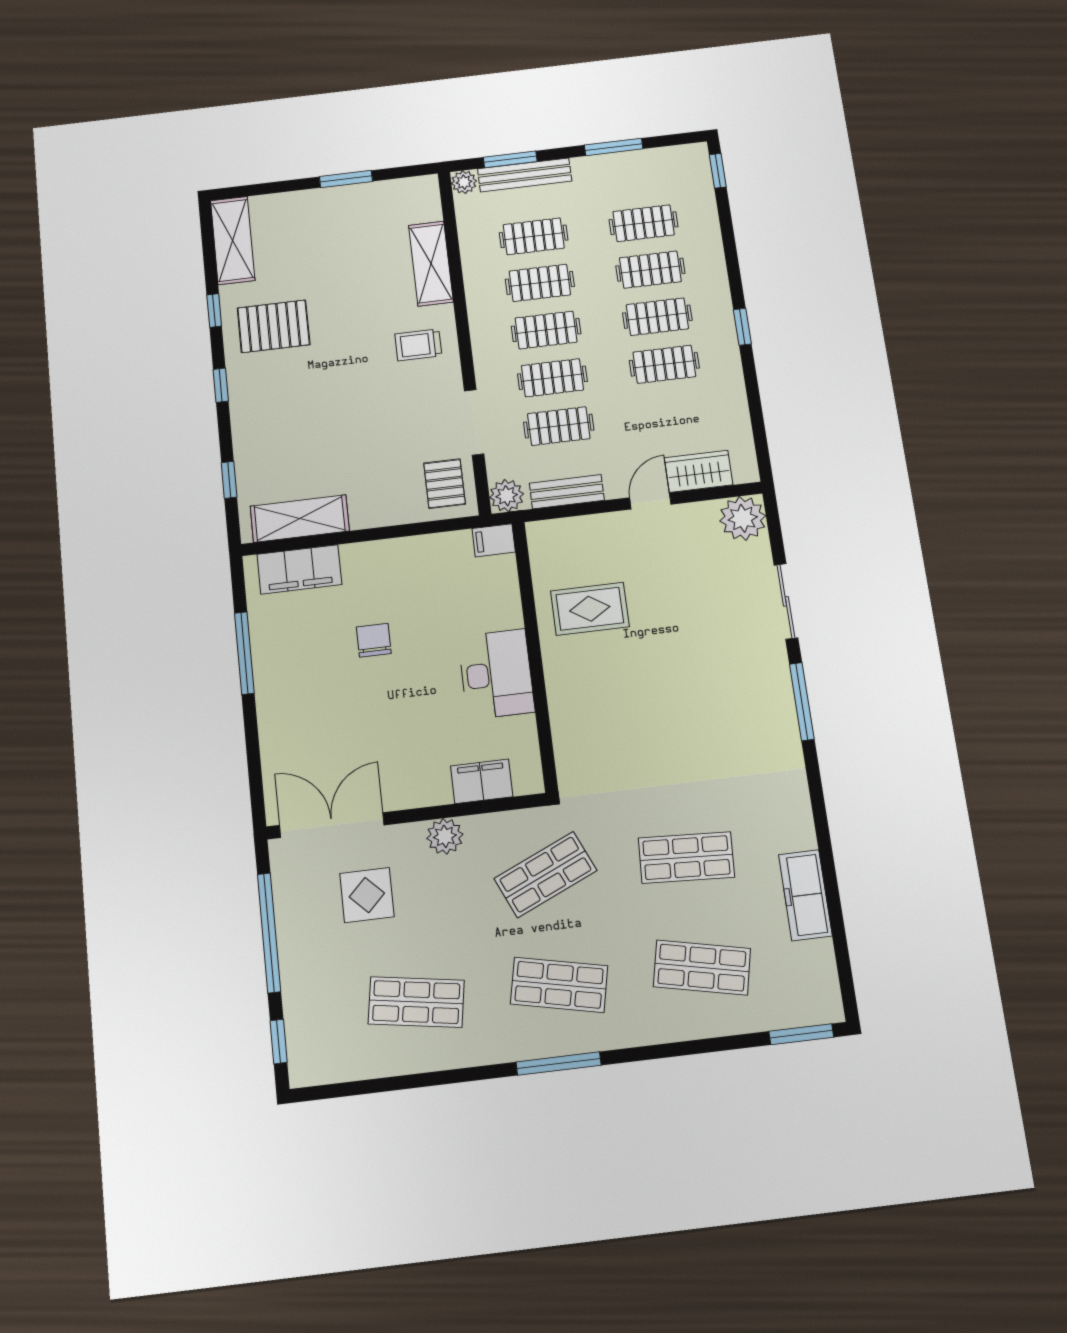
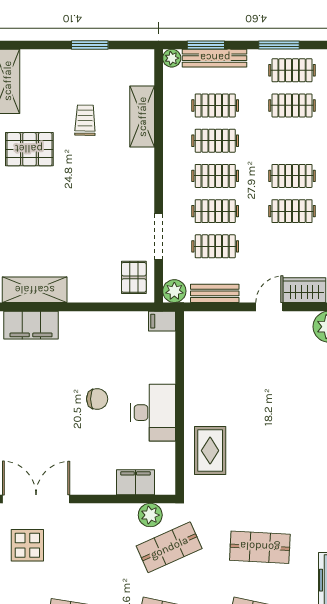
clothes rail: (650, 270) -> (292, 70), moved
trolley: (418, 345) -> (85, 120), moved, turned 91
rug: (590, 609) -> (210, 451), moved, turned 90
chair: (374, 640) -> (97, 399), moved, turned 90
plant: (445, 836) -> (150, 515), moved
display table: (367, 895) -> (27, 545), moved

